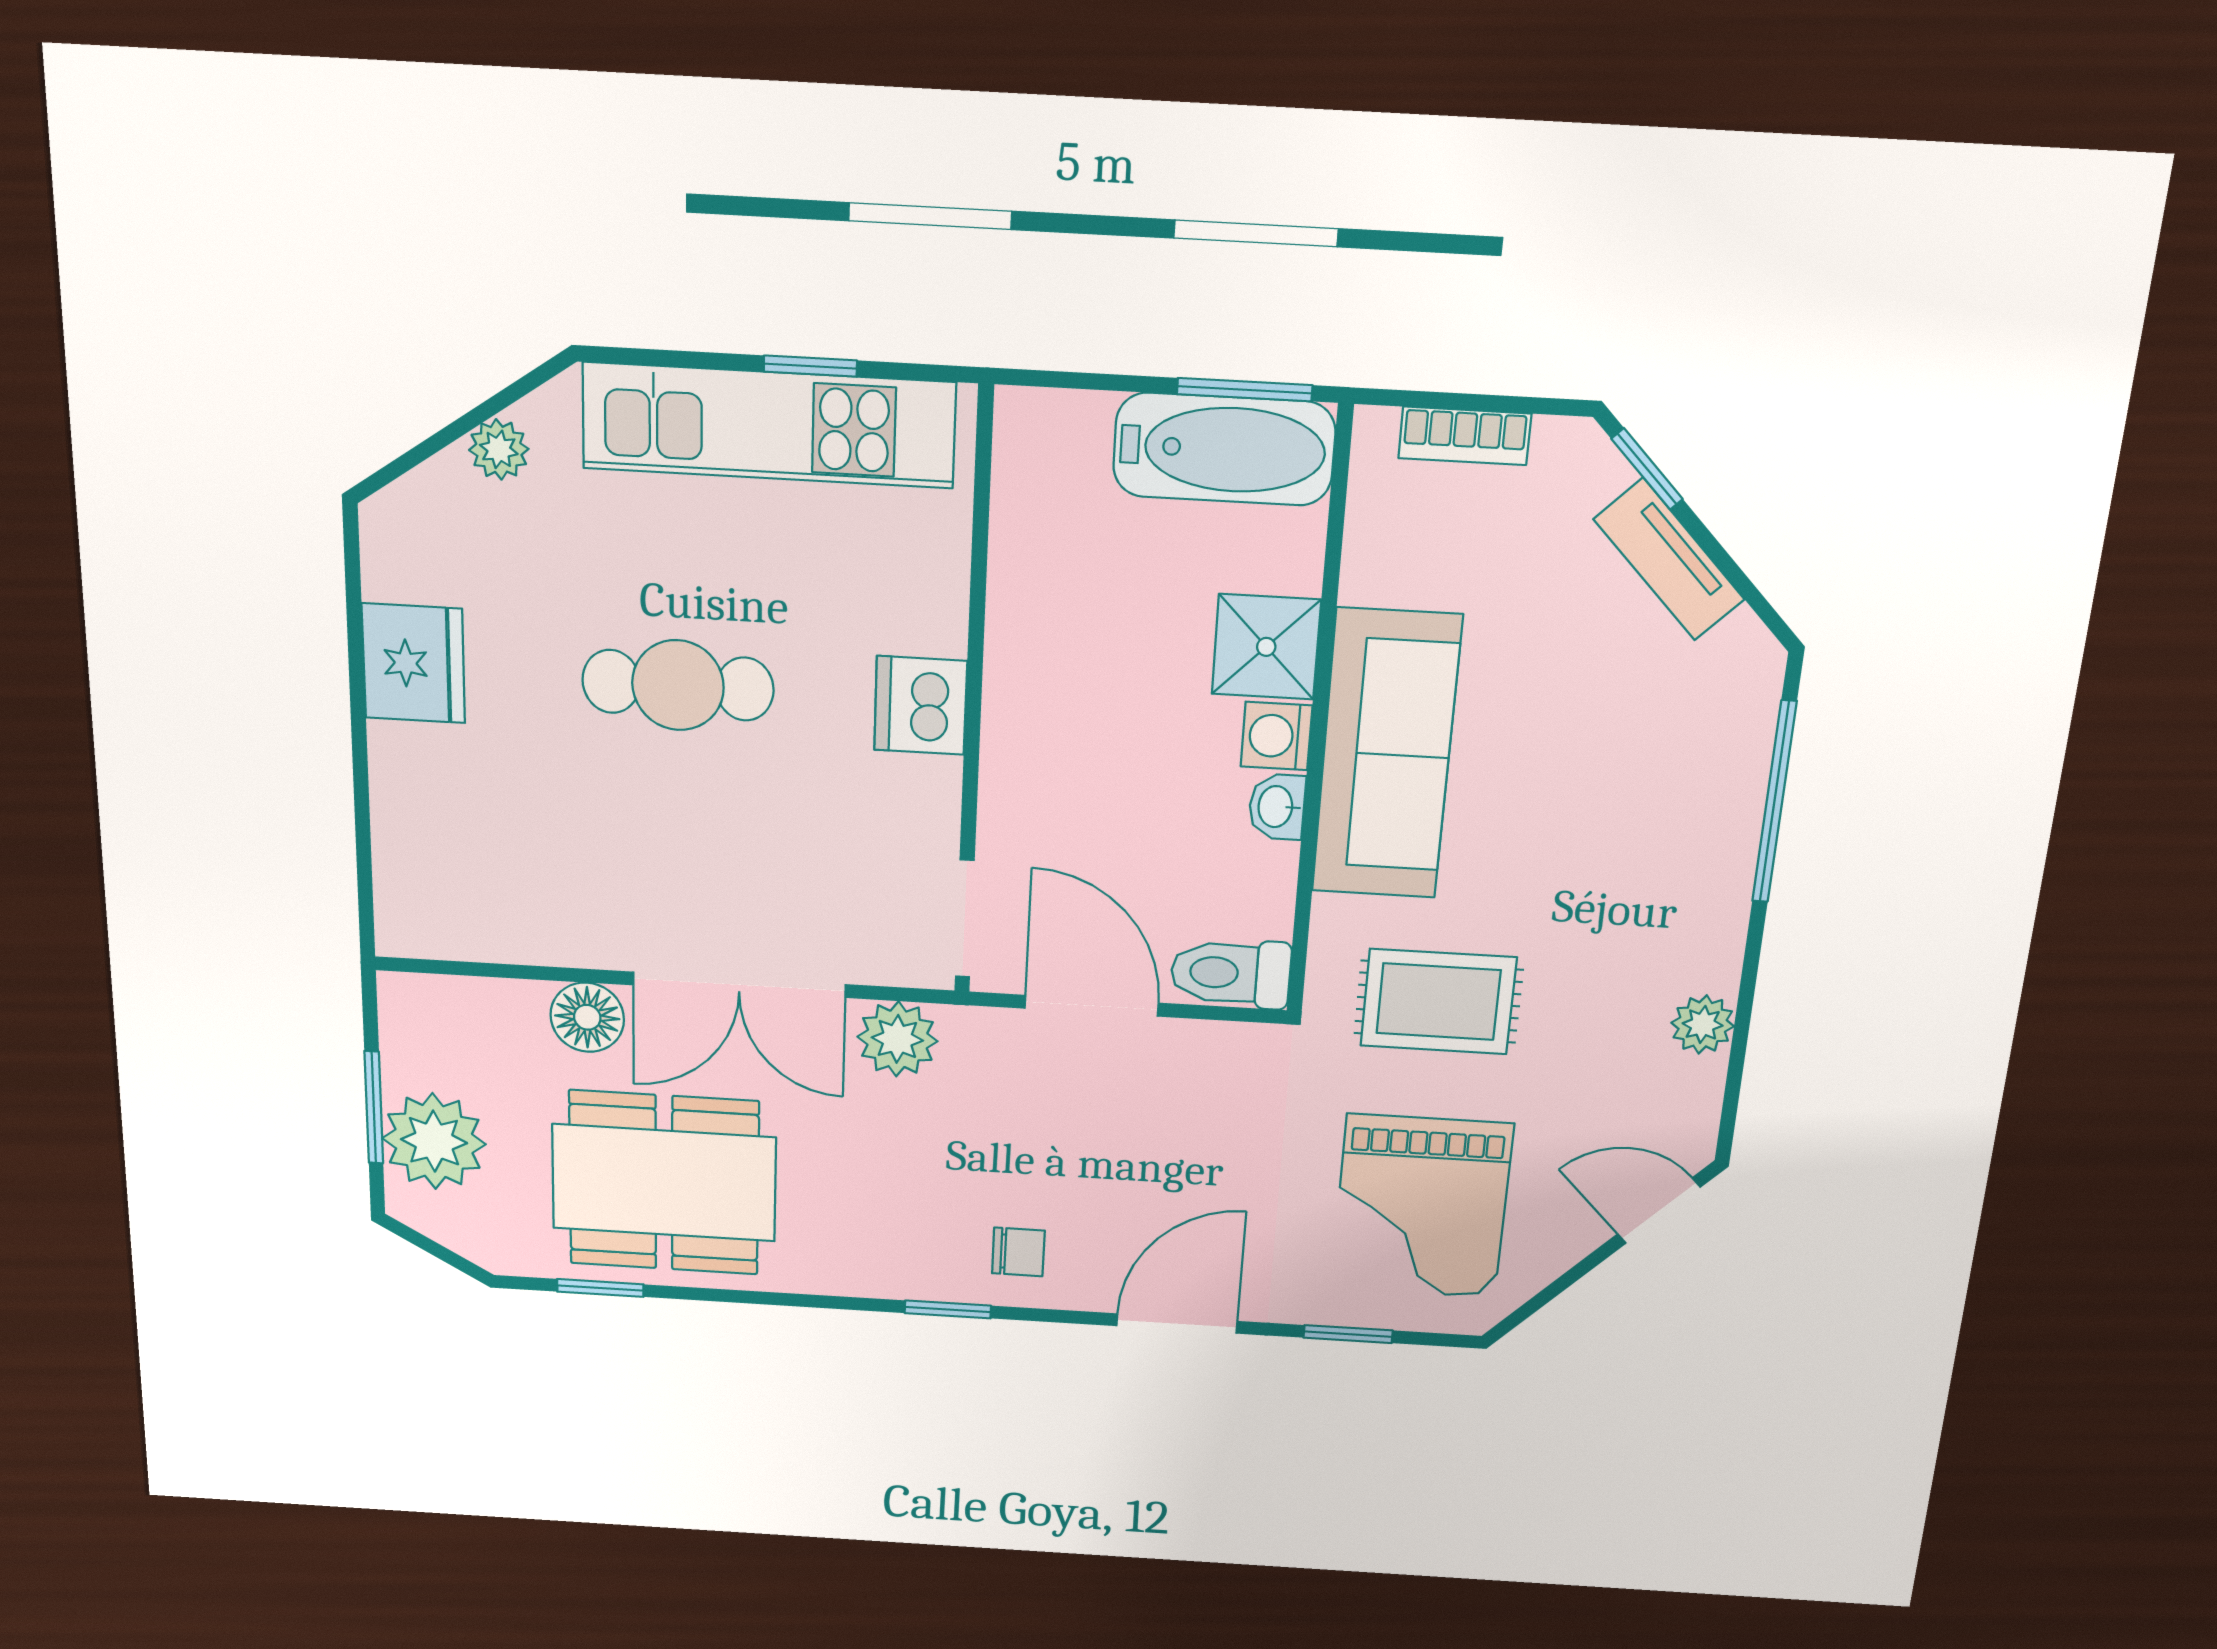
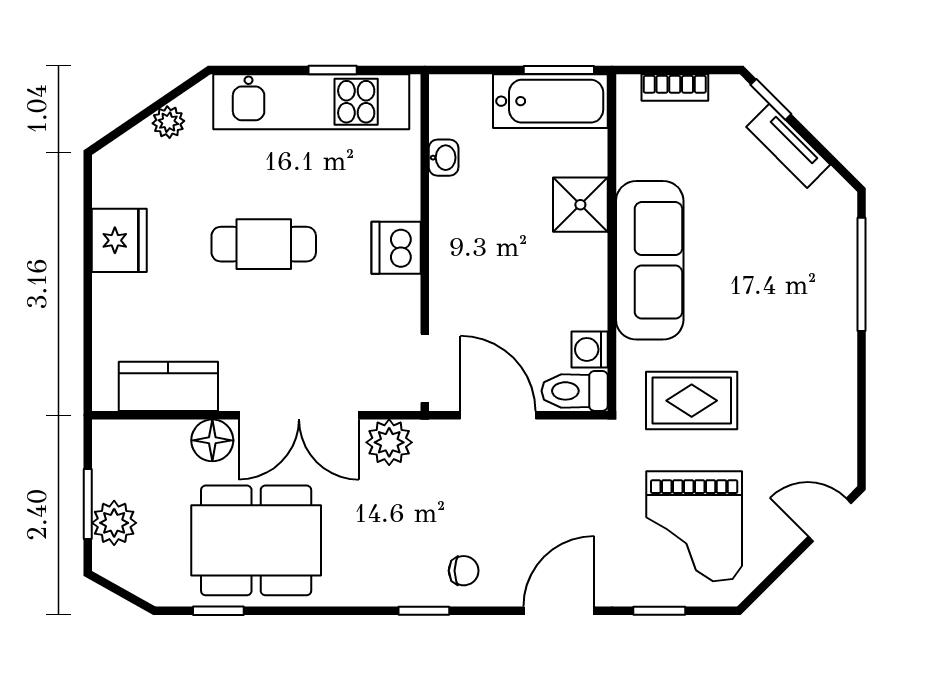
washing machine: (1276, 736) -> (590, 349), moved
washbasin: (1277, 807) -> (444, 158), moved, turned 180
kitchen counter: (509, 923) -> (168, 386), added
plant: (1703, 1024) -> (840, 405), removed
plant: (434, 1141) -> (114, 523), width x0.73, depth x0.73

